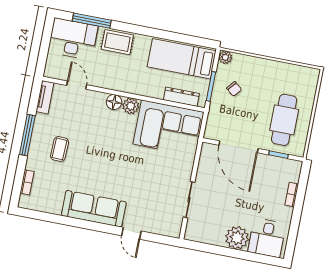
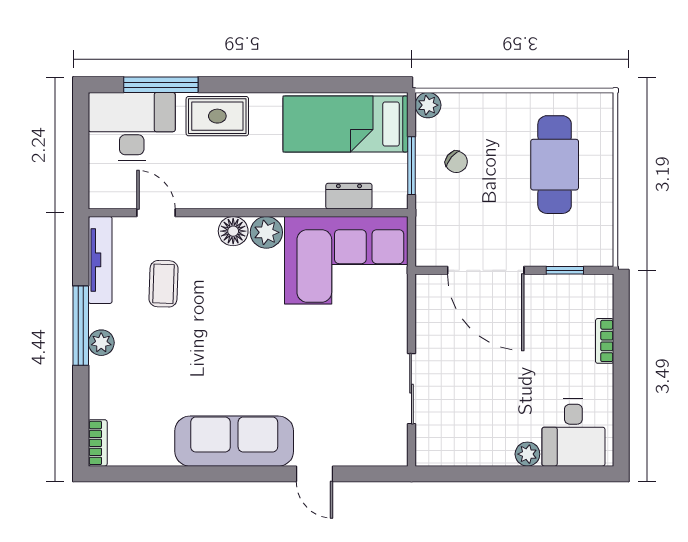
tv unit: (45, 97) -> (100, 260), width x1.41
dresser: (181, 97) -> (349, 196), width x0.70
cafe table: (284, 120) -> (555, 165), moved
plant: (36, 146) -> (101, 343), added
coffee table: (60, 149) -> (164, 284), moved
bookcase: (27, 182) -> (98, 443), moved
plant: (237, 238) -> (527, 454), width x0.53, depth x0.53

